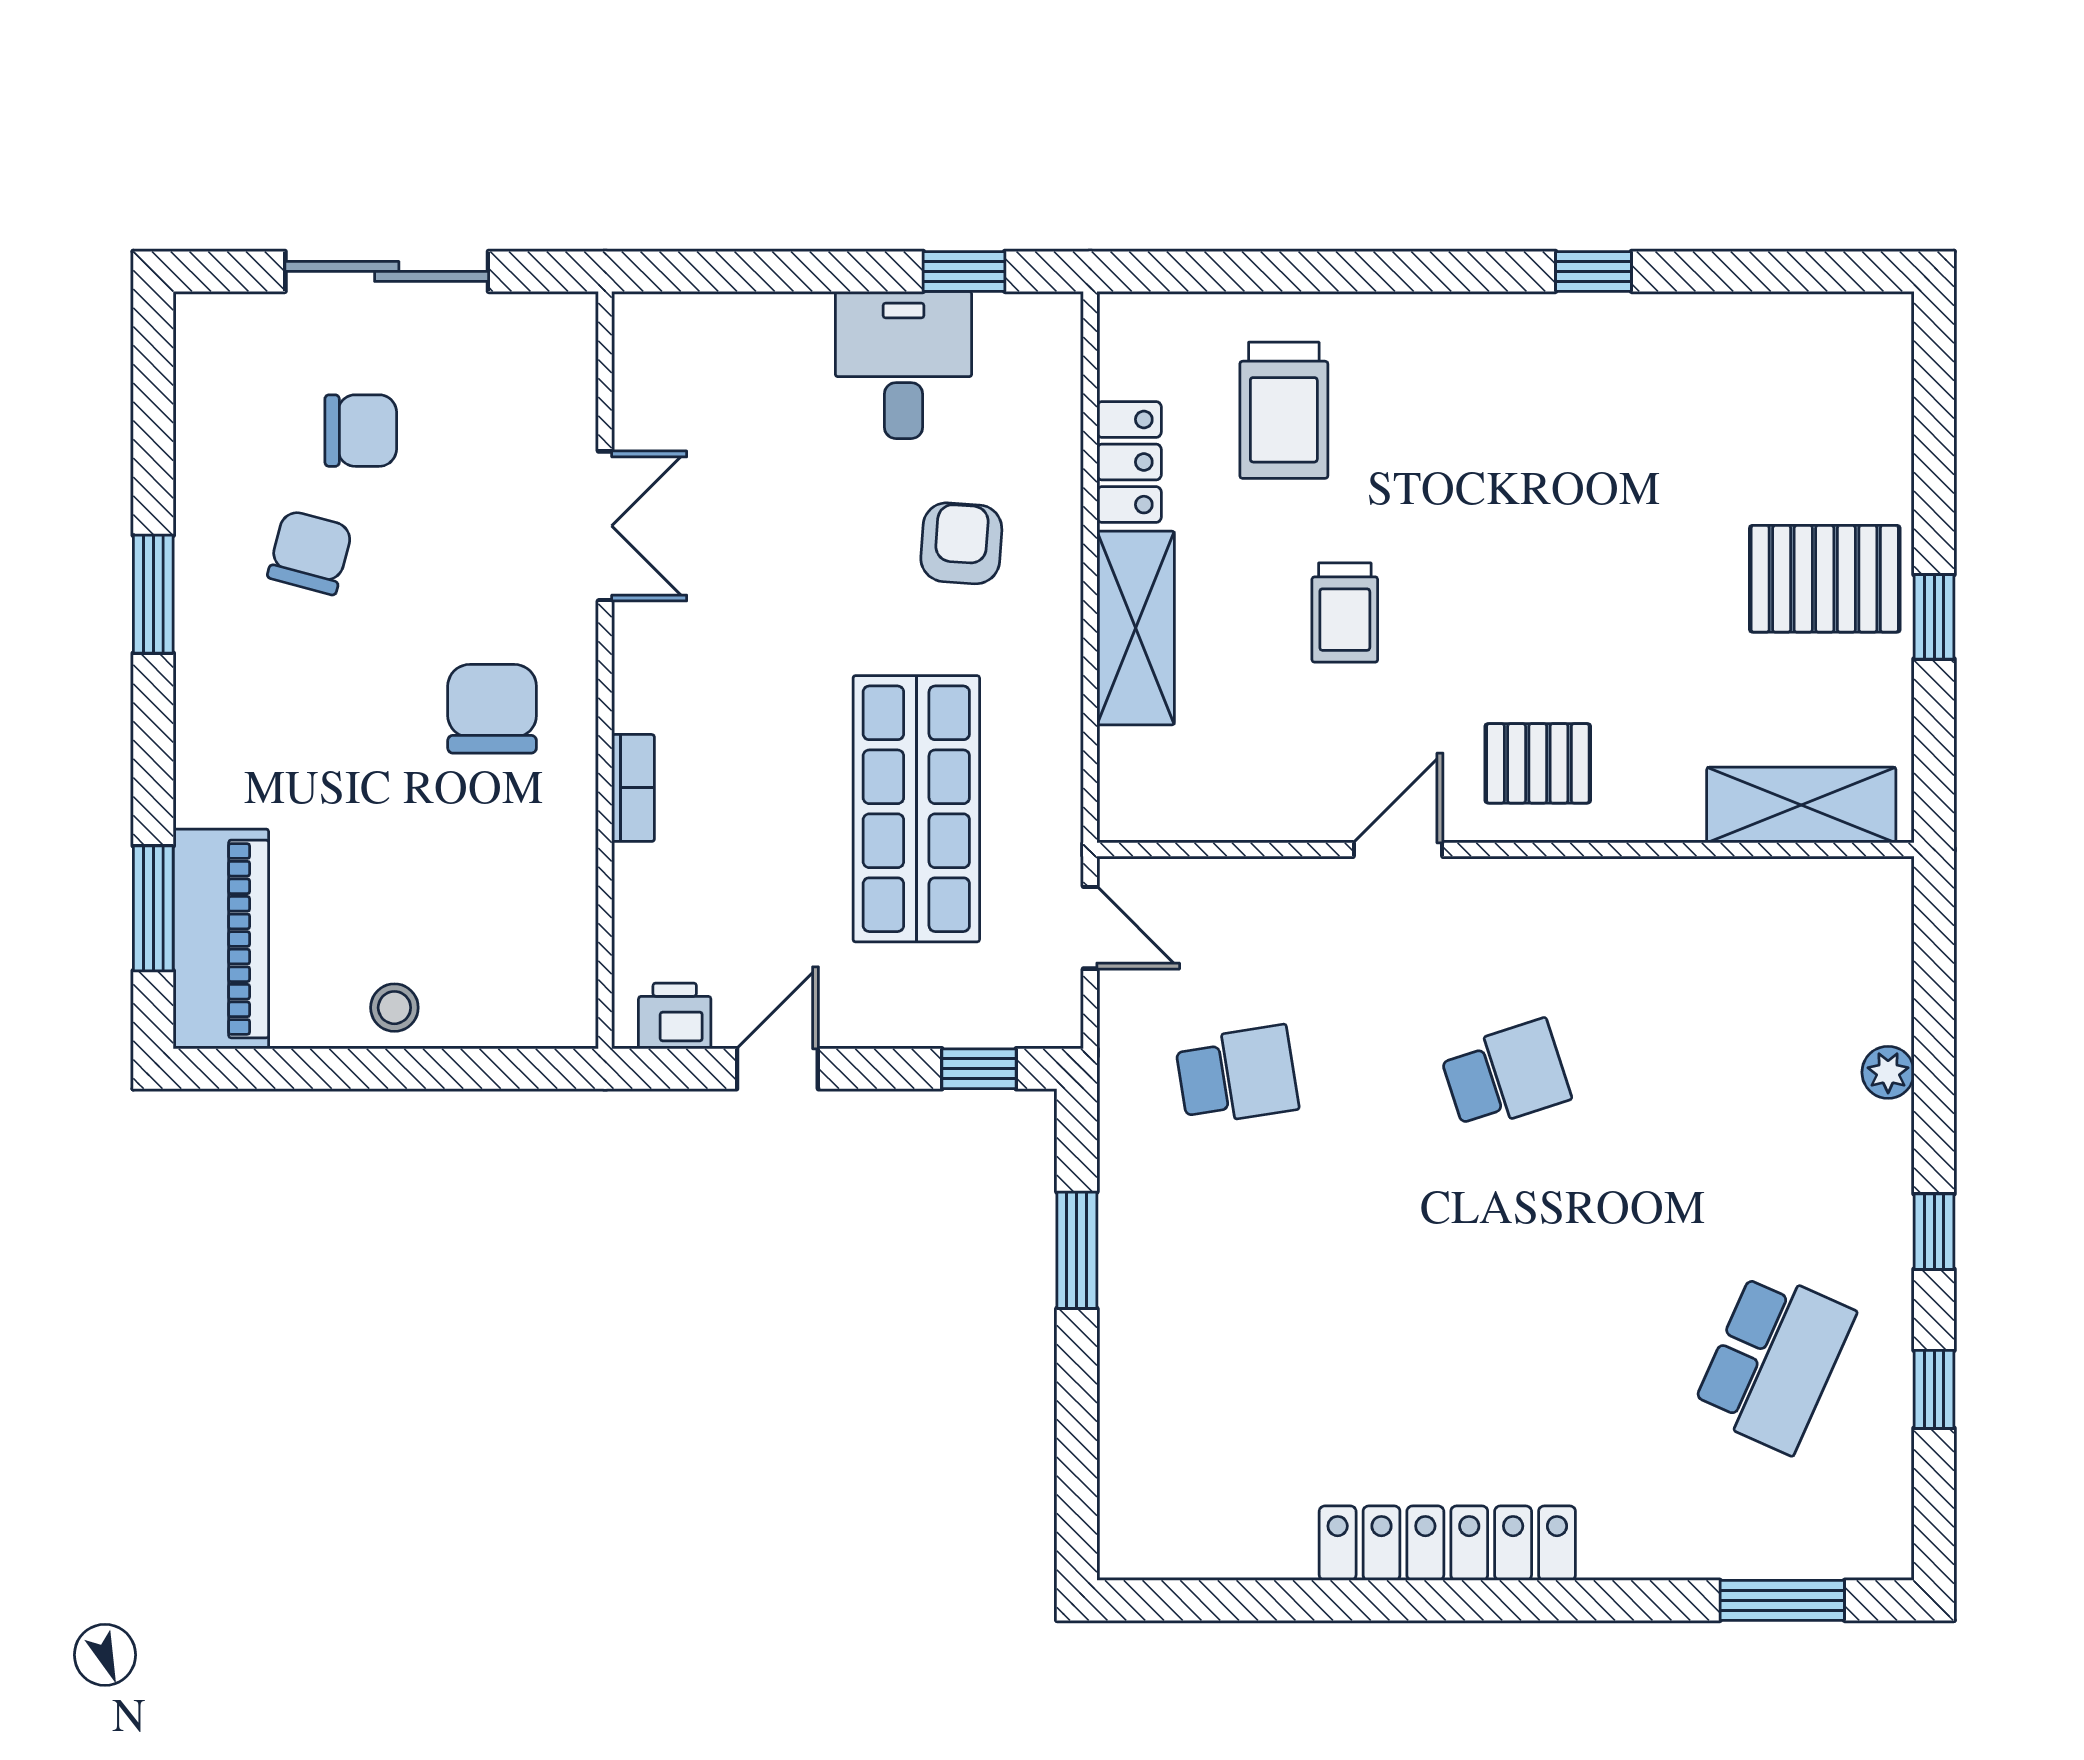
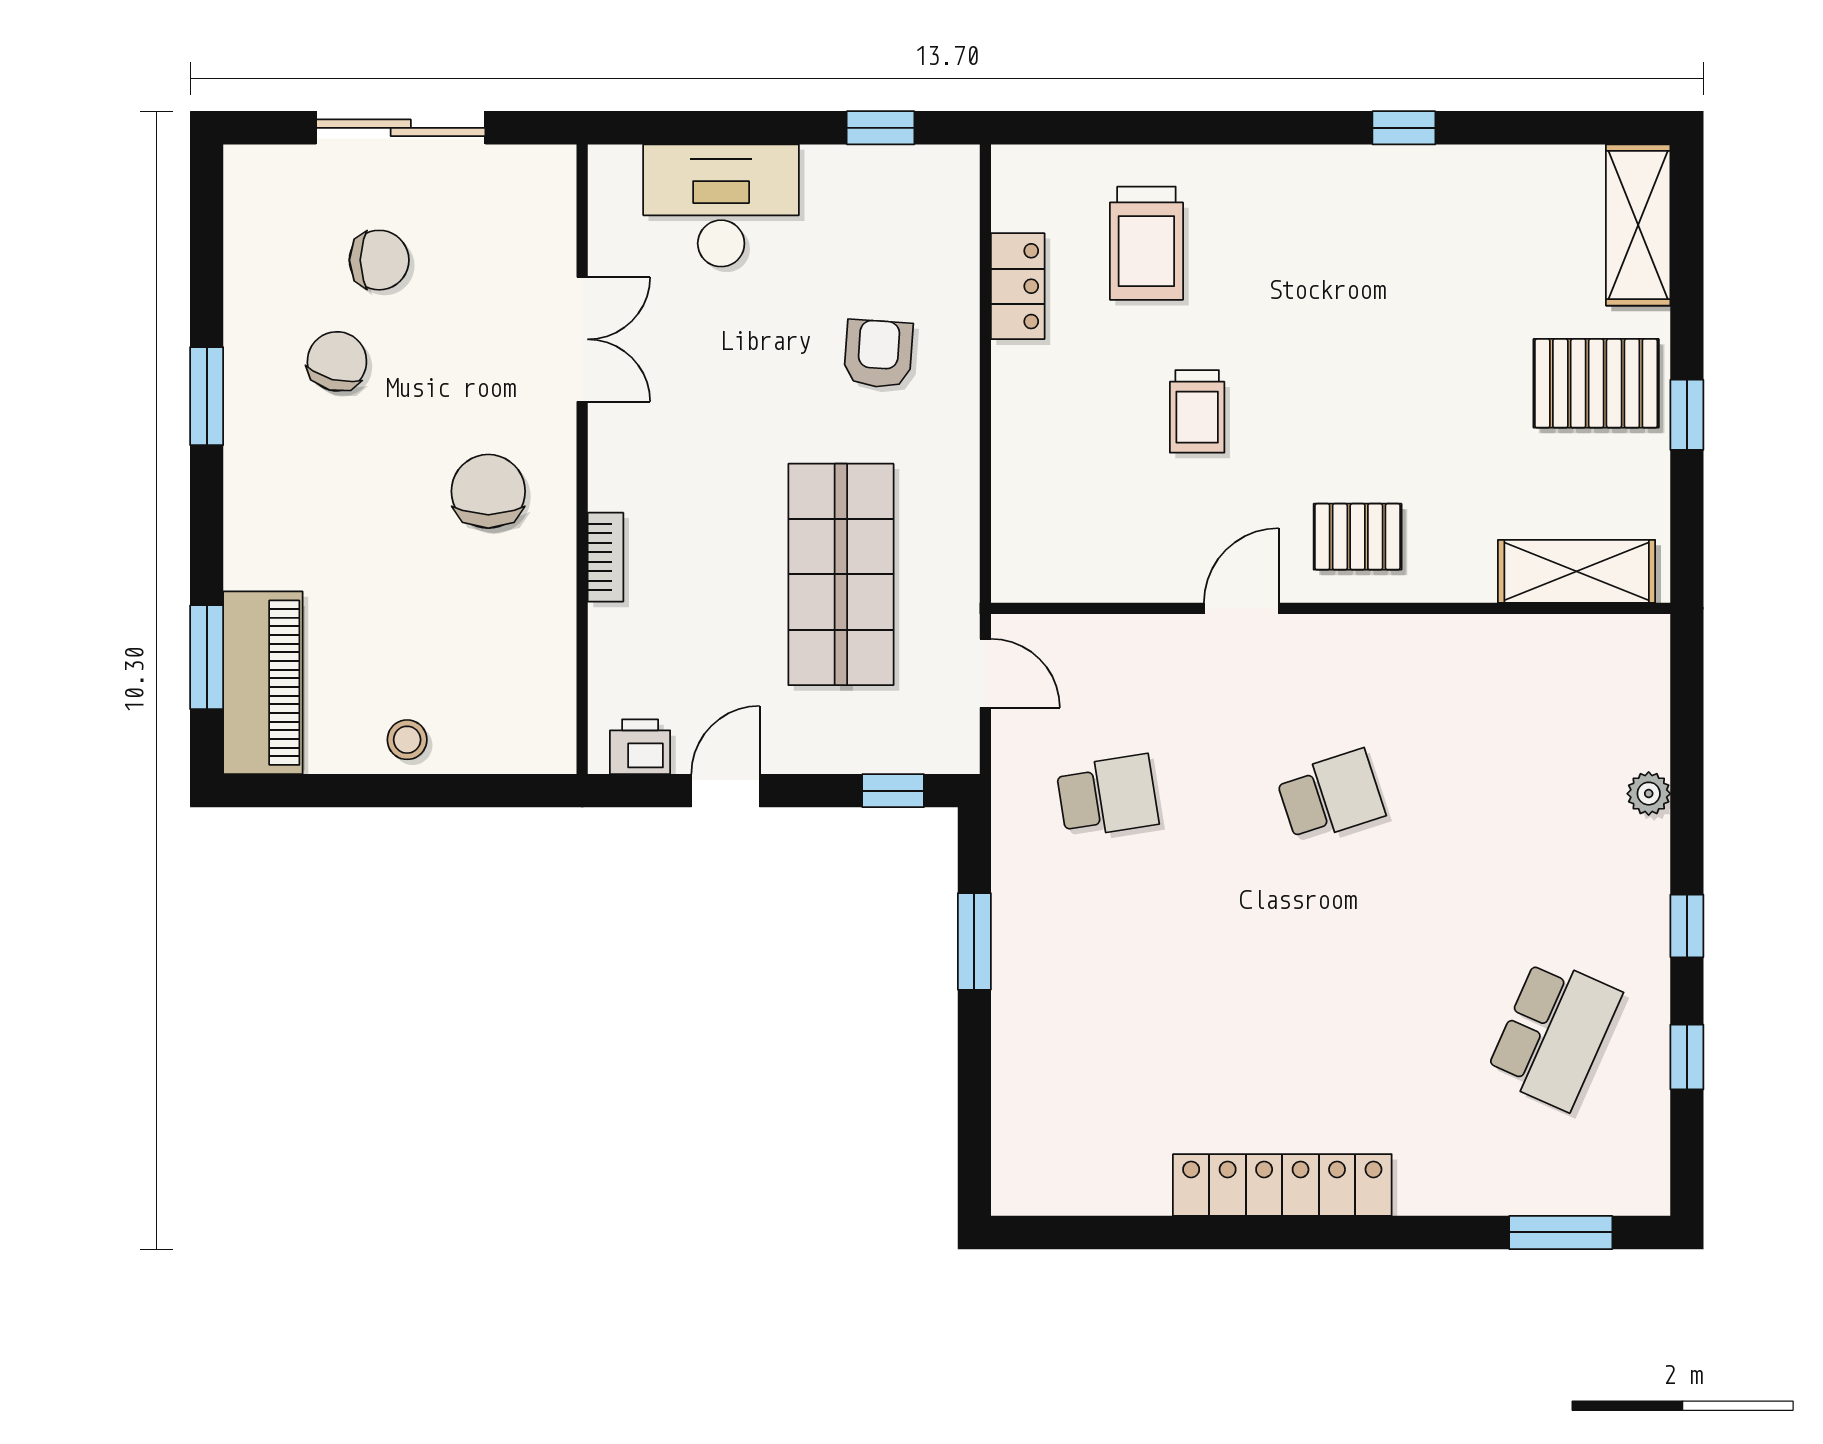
desk: (904, 365) -> (721, 206), moved, width x1.37
shelving: (1136, 628) -> (1638, 225), moved

